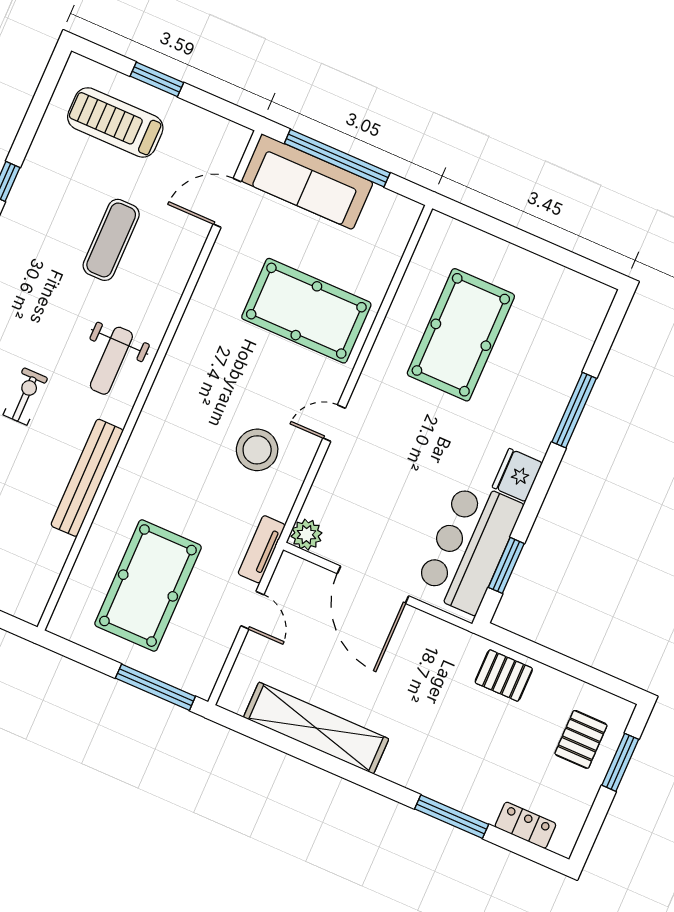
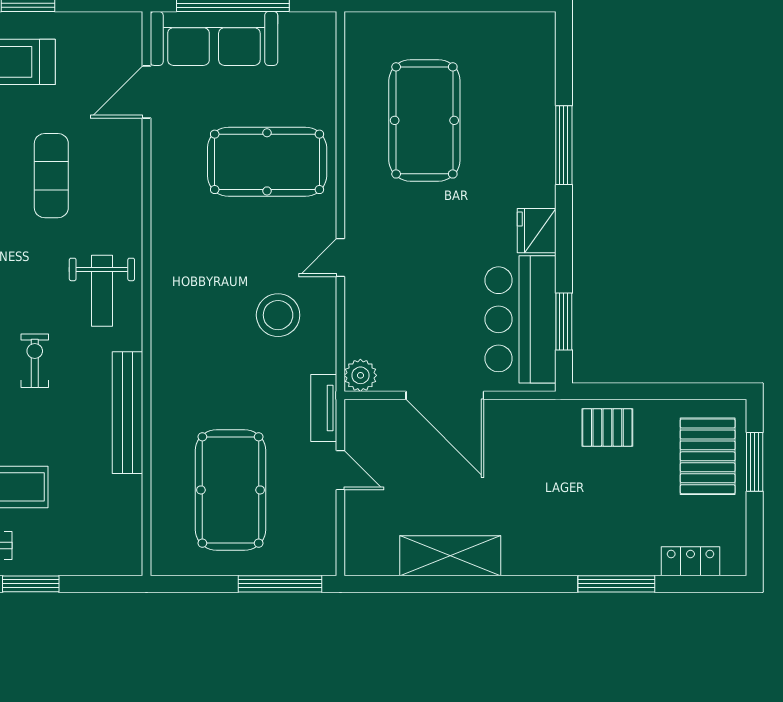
shelving: (316, 728) -> (450, 556), width x0.68
pallet: (581, 739) -> (708, 456), width x1.50, depth x1.42

